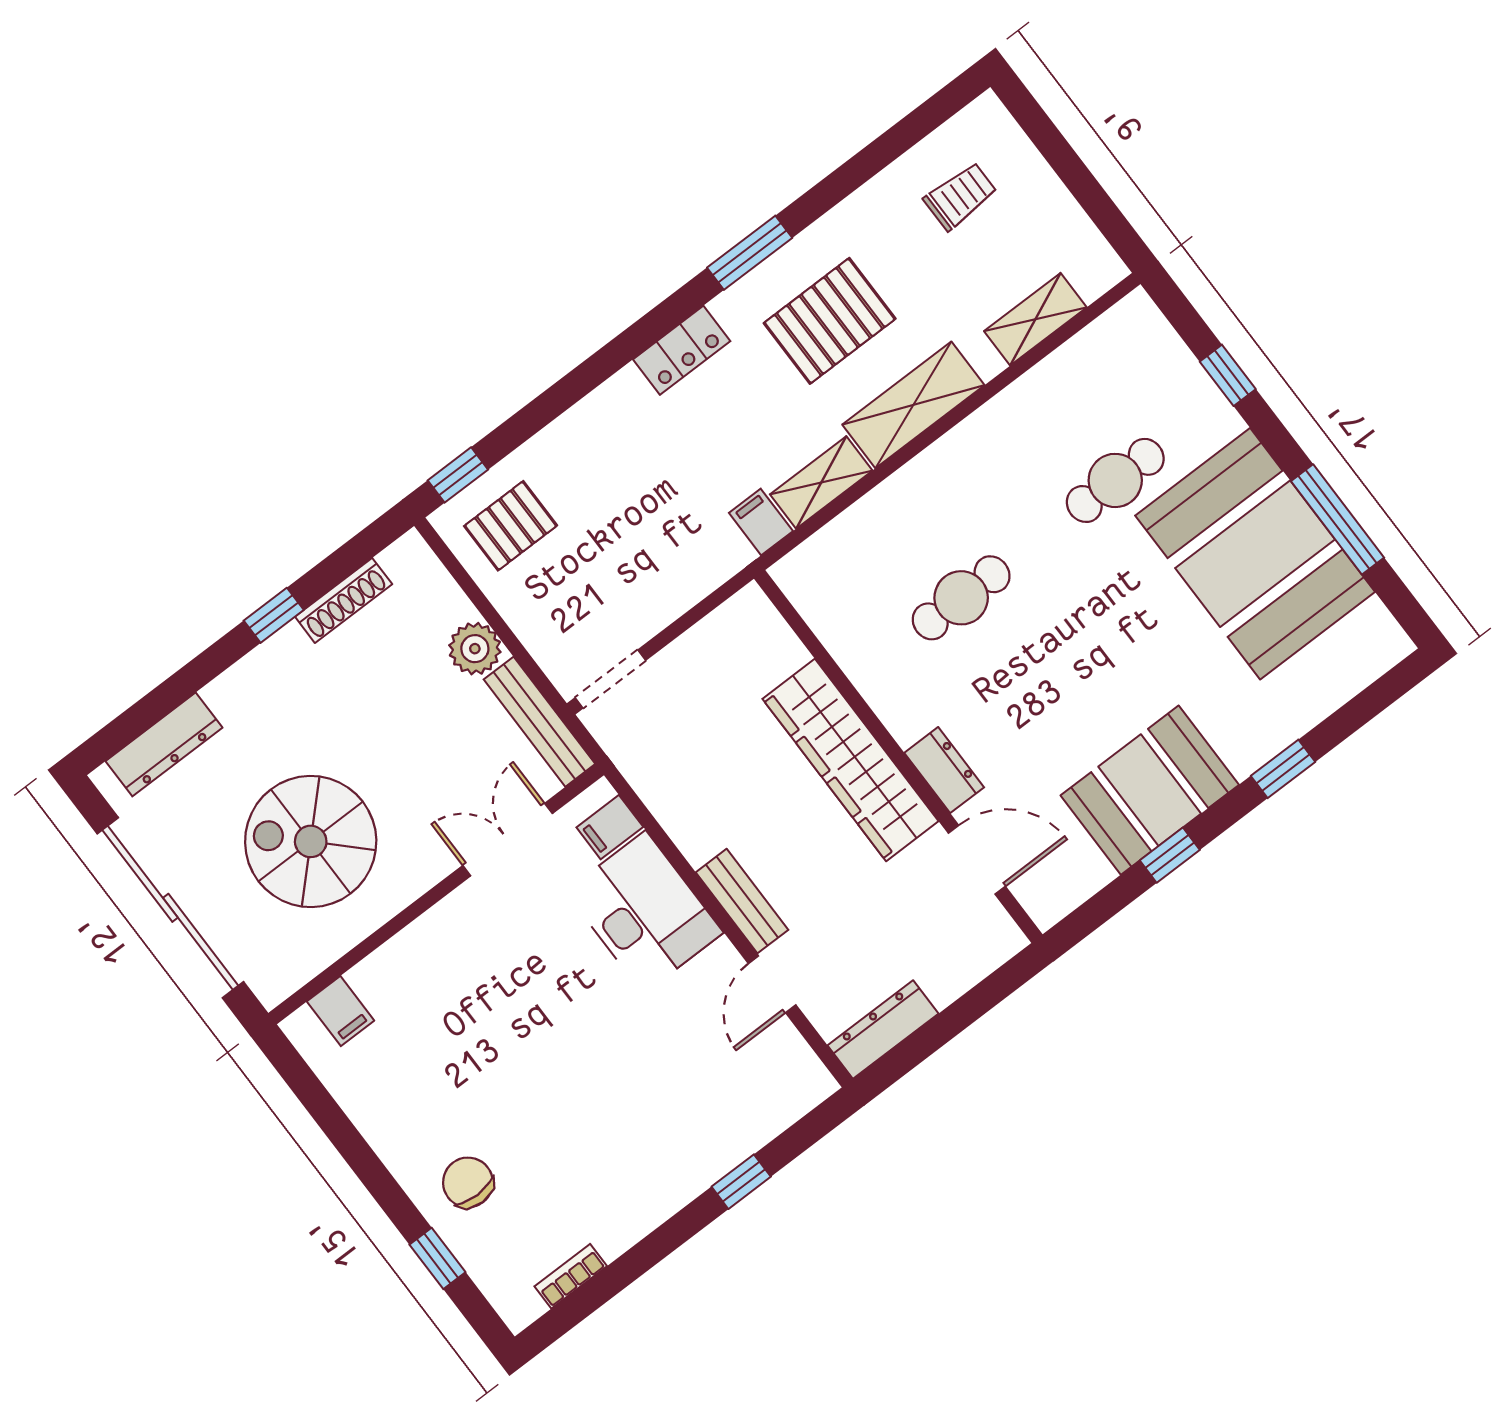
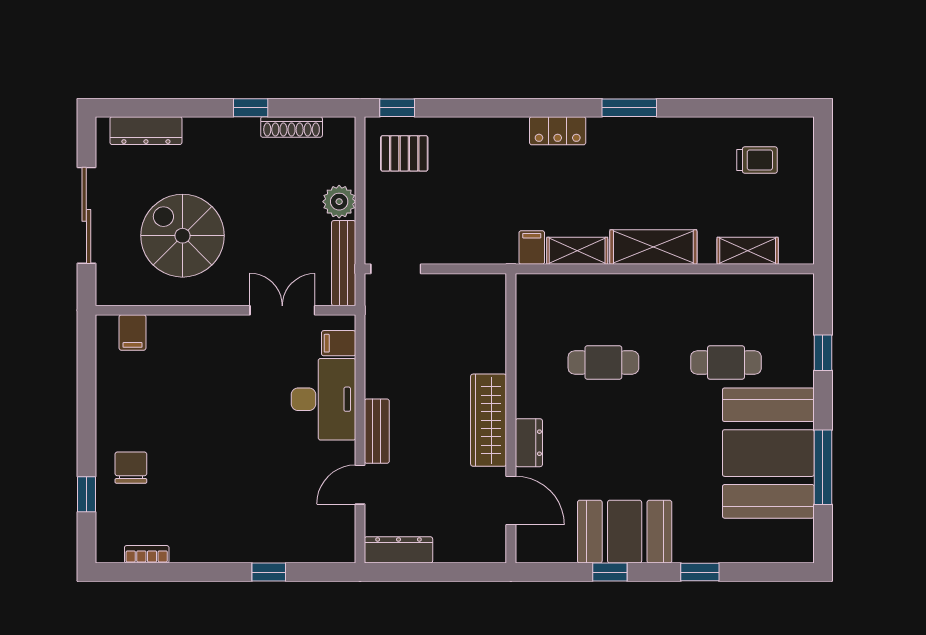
pallet: (830, 321) -> (643, 173), removed
wardrobe: (850, 760) -> (489, 420), width x0.71, depth x0.85
sliding door: (170, 908) -> (86, 215), width x0.73

